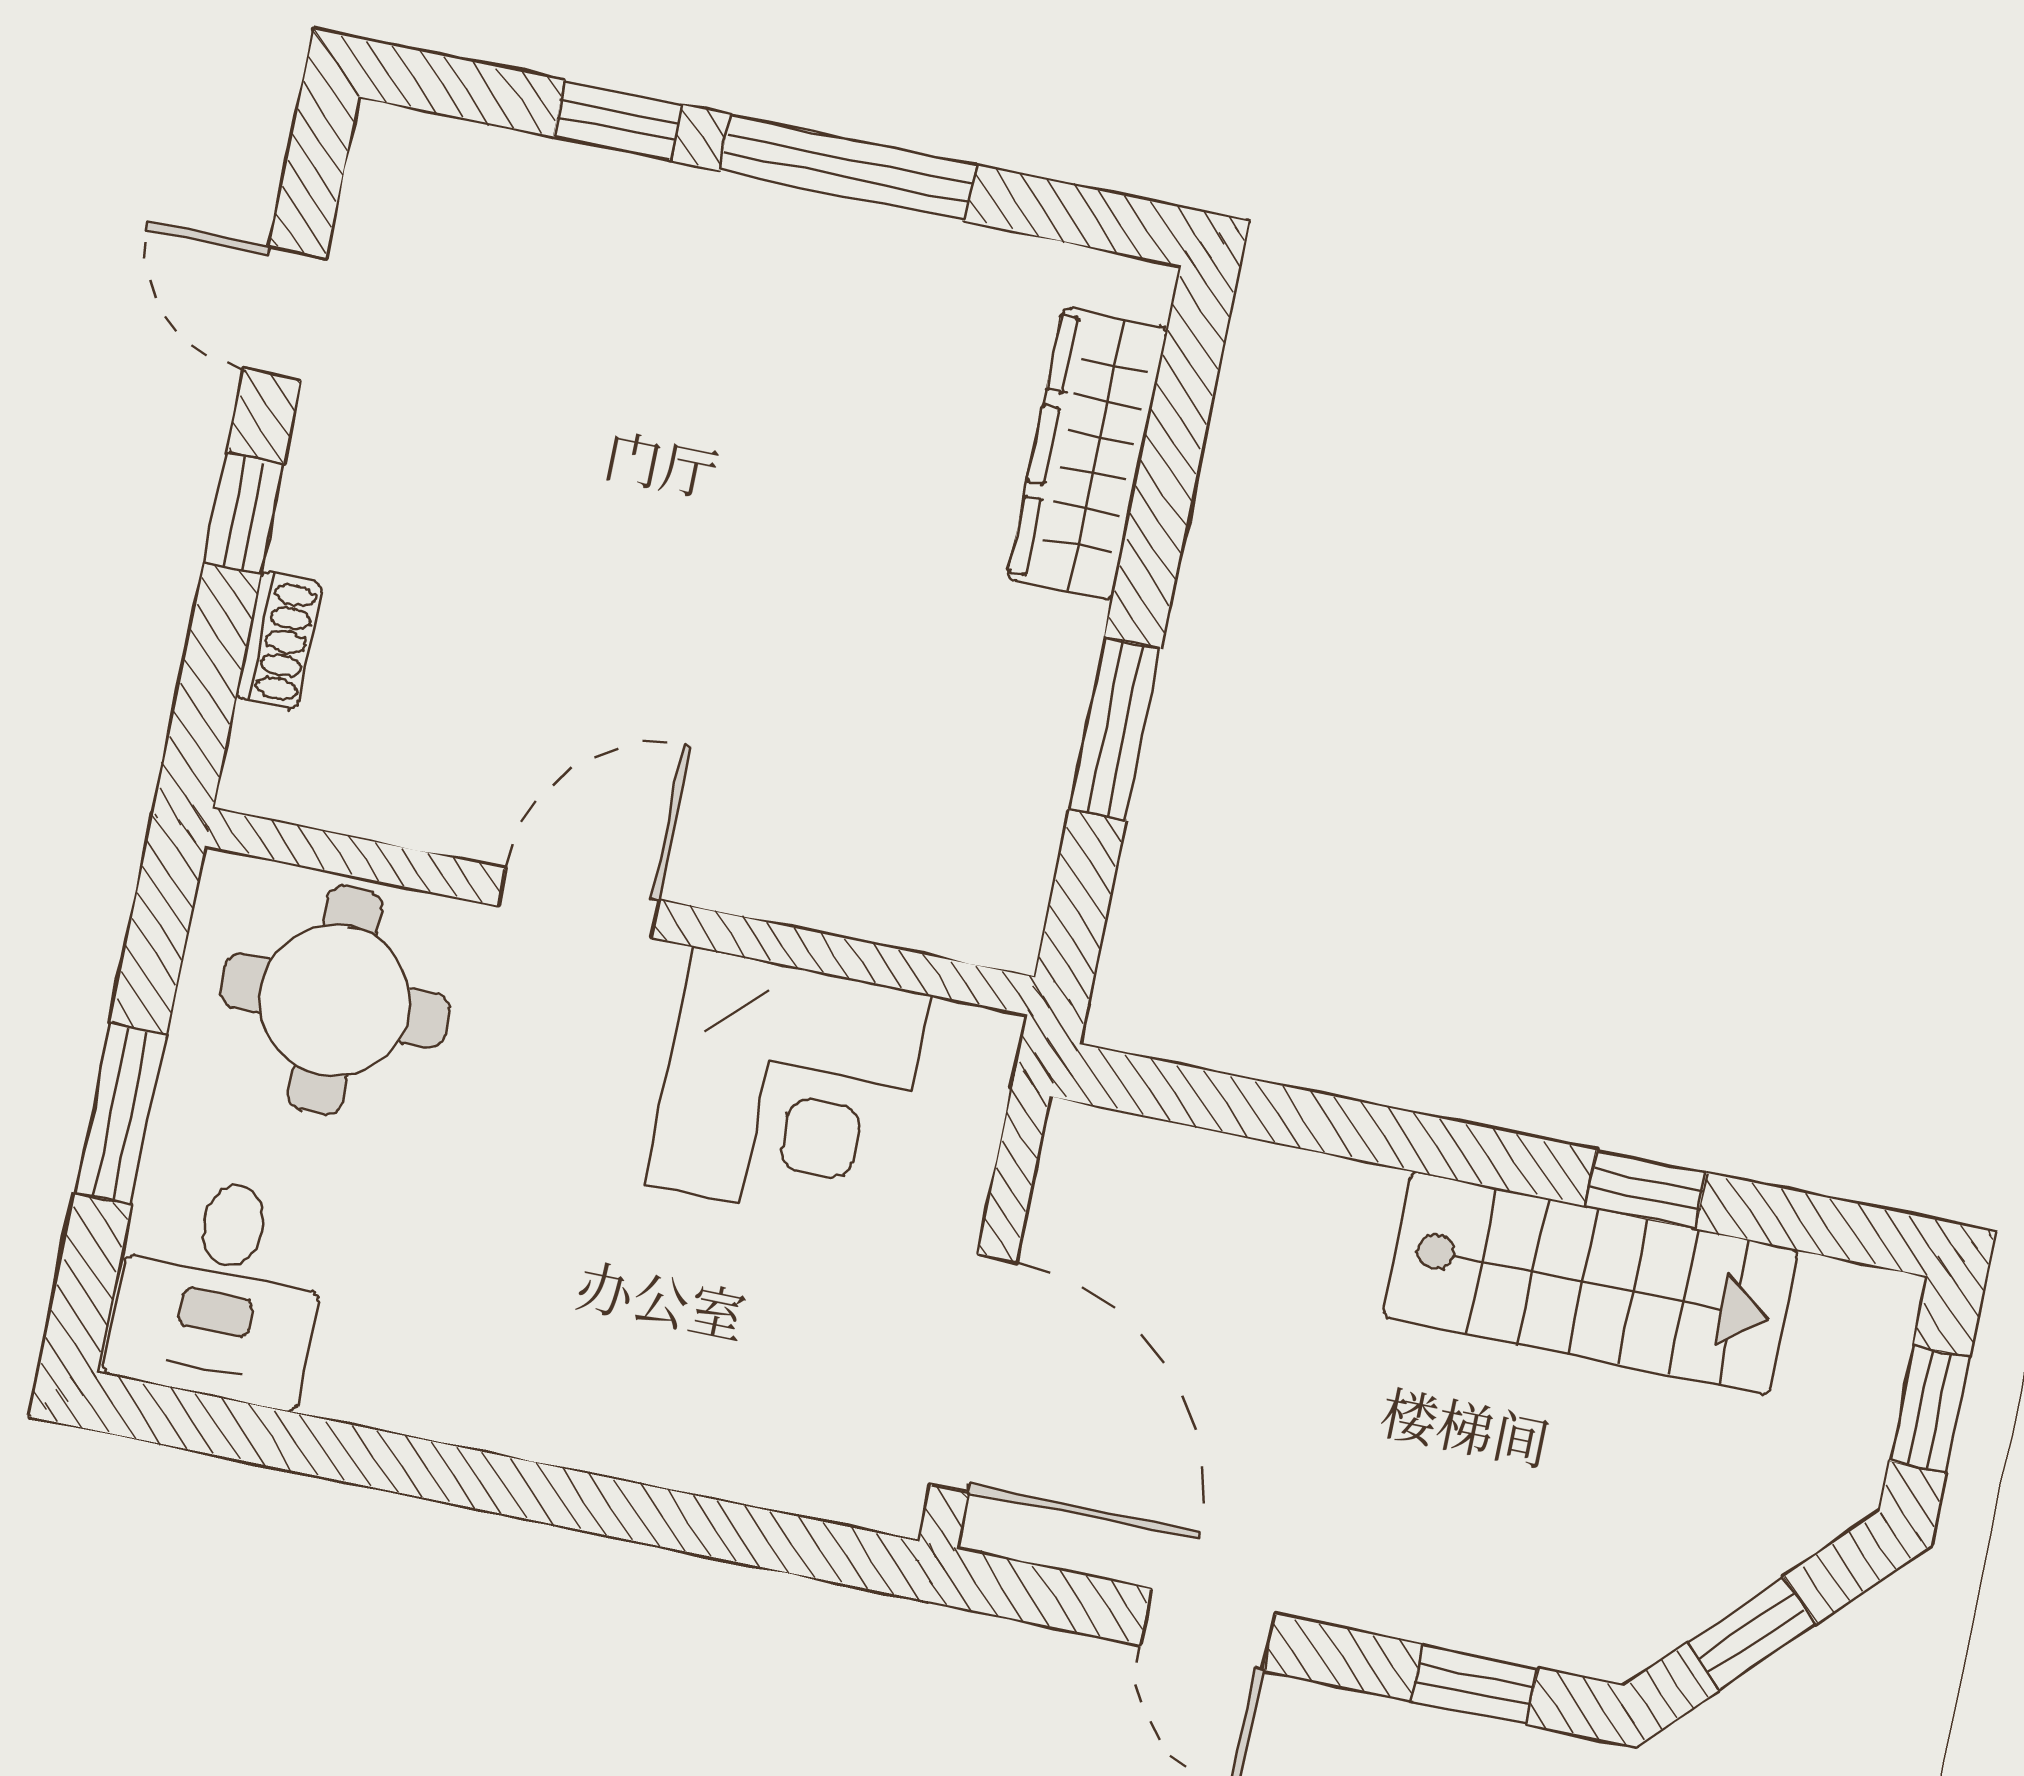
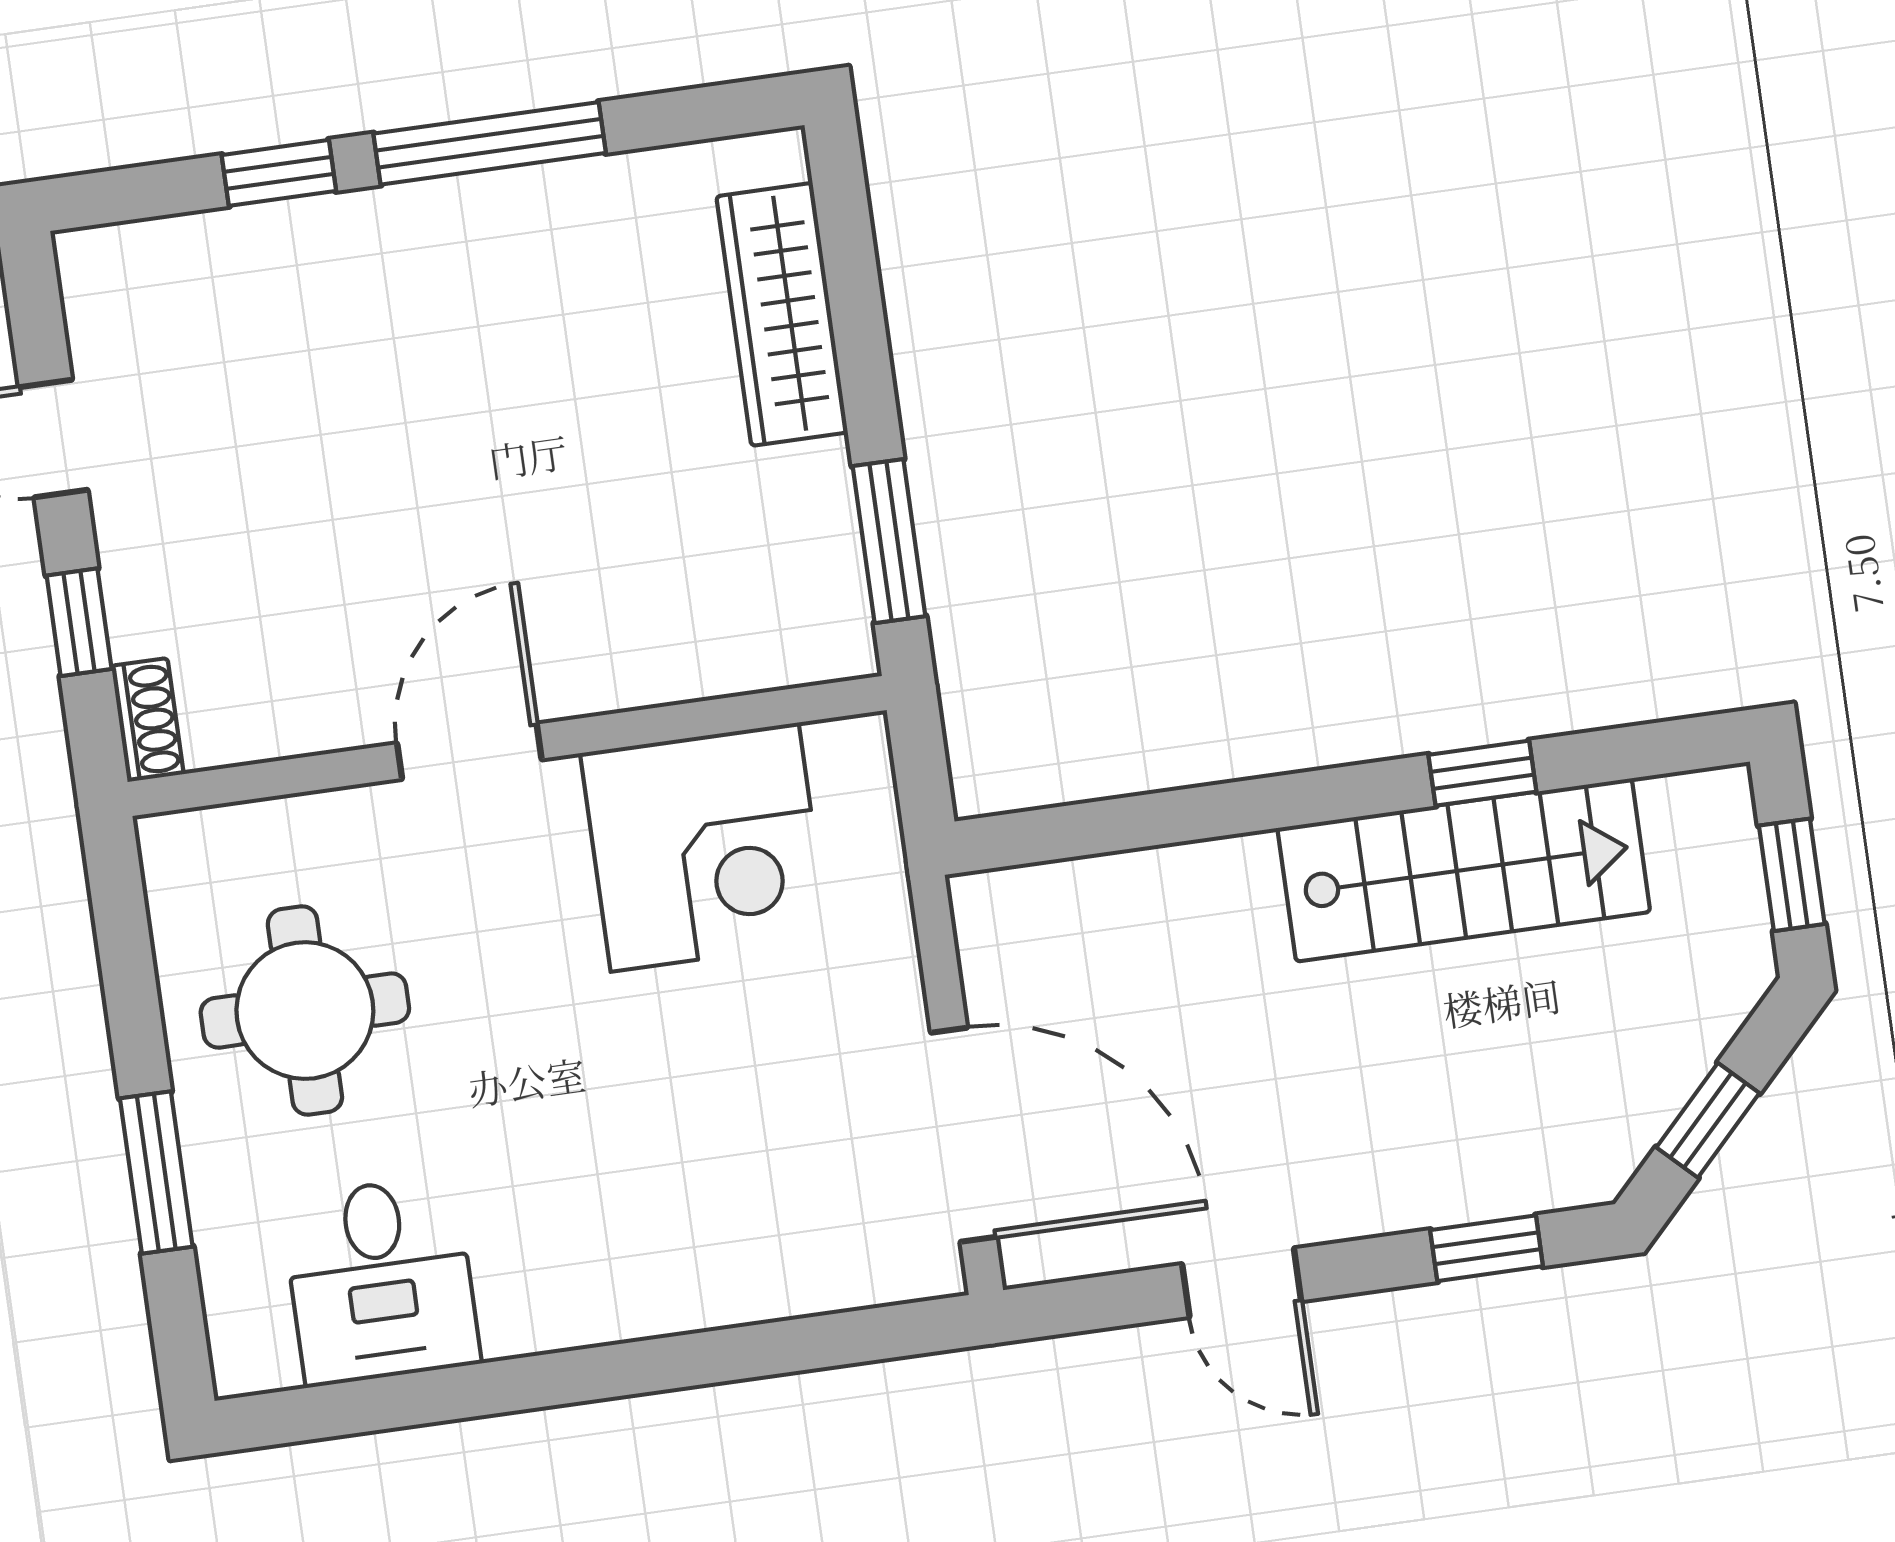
door: (579, 903) -> (469, 751), moved
wall: (620, 911) -> (507, 746), moved
corner desk: (788, 1090) -> (705, 847), moved
desk: (220, 1290) -> (381, 1281), moved

